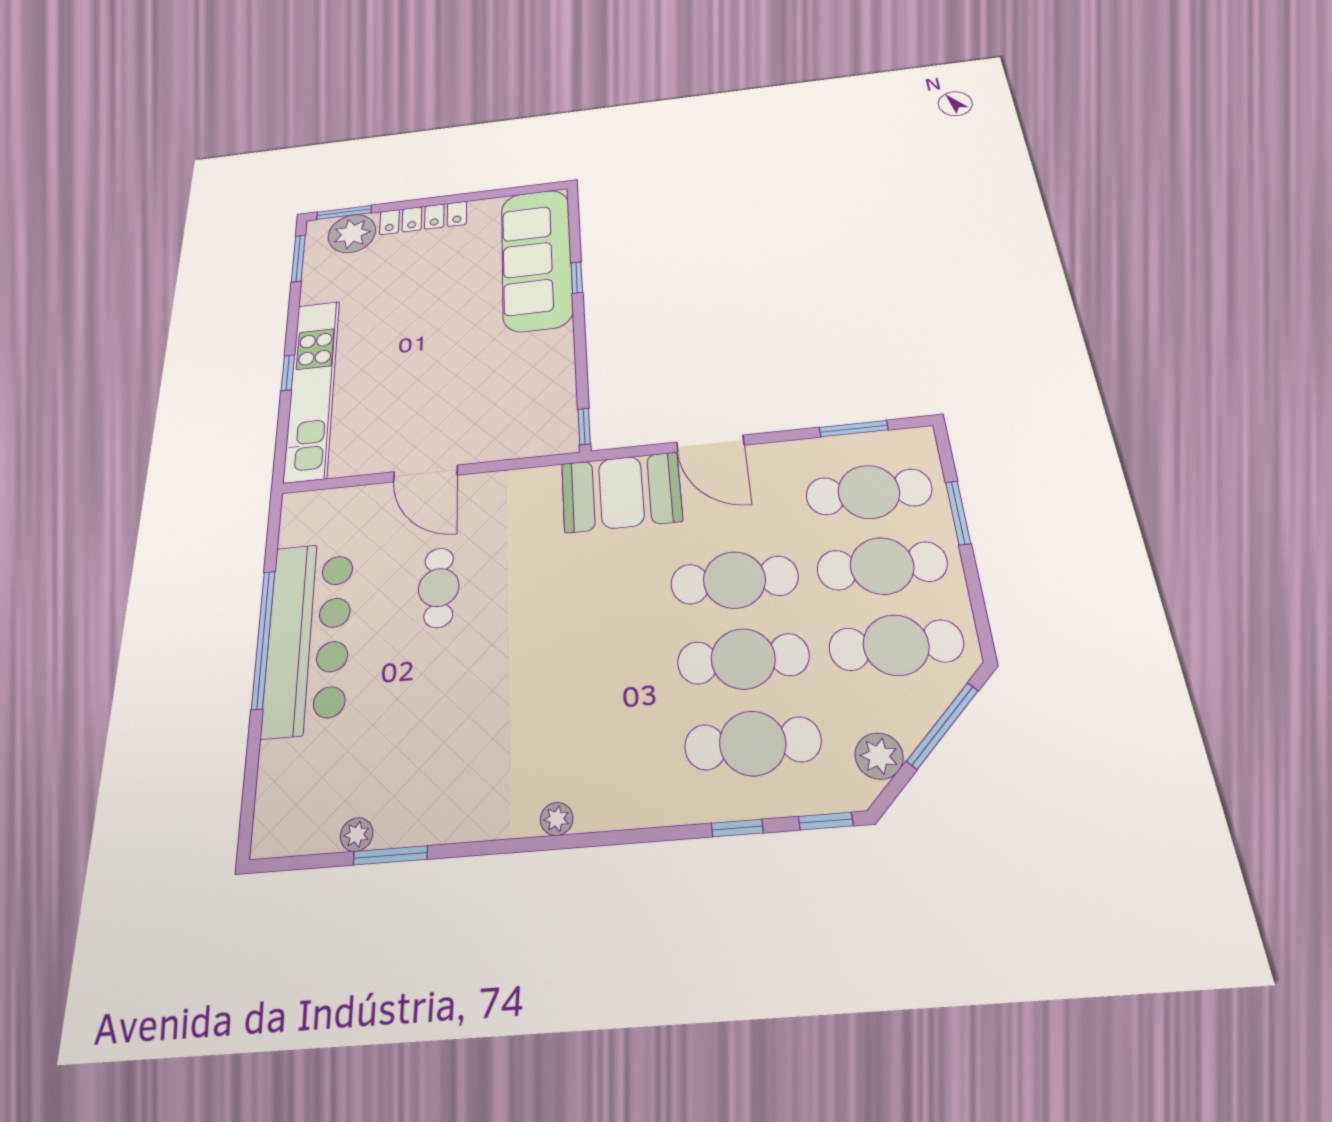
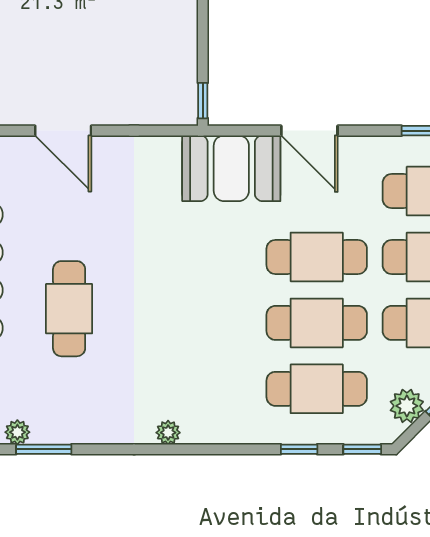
cafe table: (439, 588) -> (69, 309), moved, width x1.37, depth x1.35

